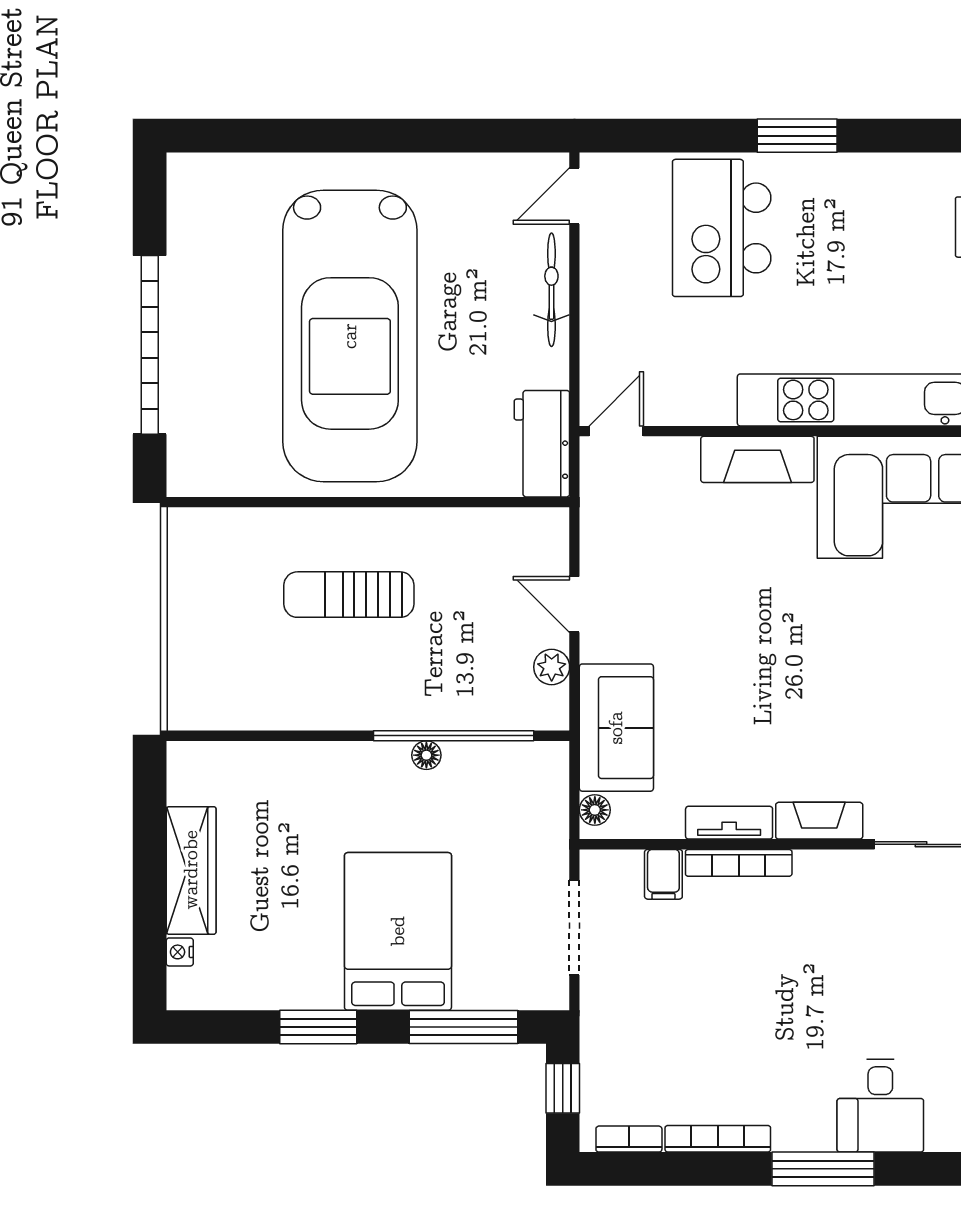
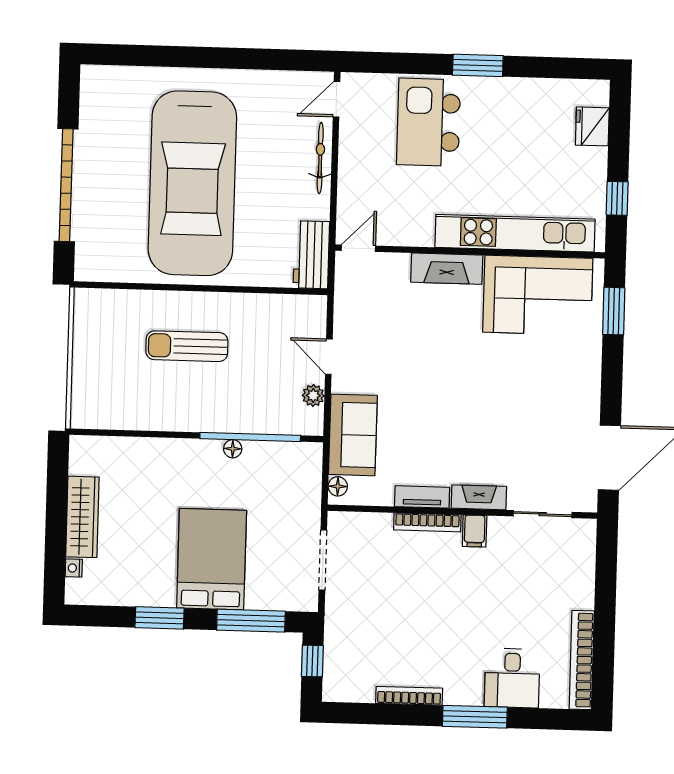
filing cabinet: (663, 874) -> (475, 531), moved
bookcase: (629, 1139) -> (353, 694), removed

